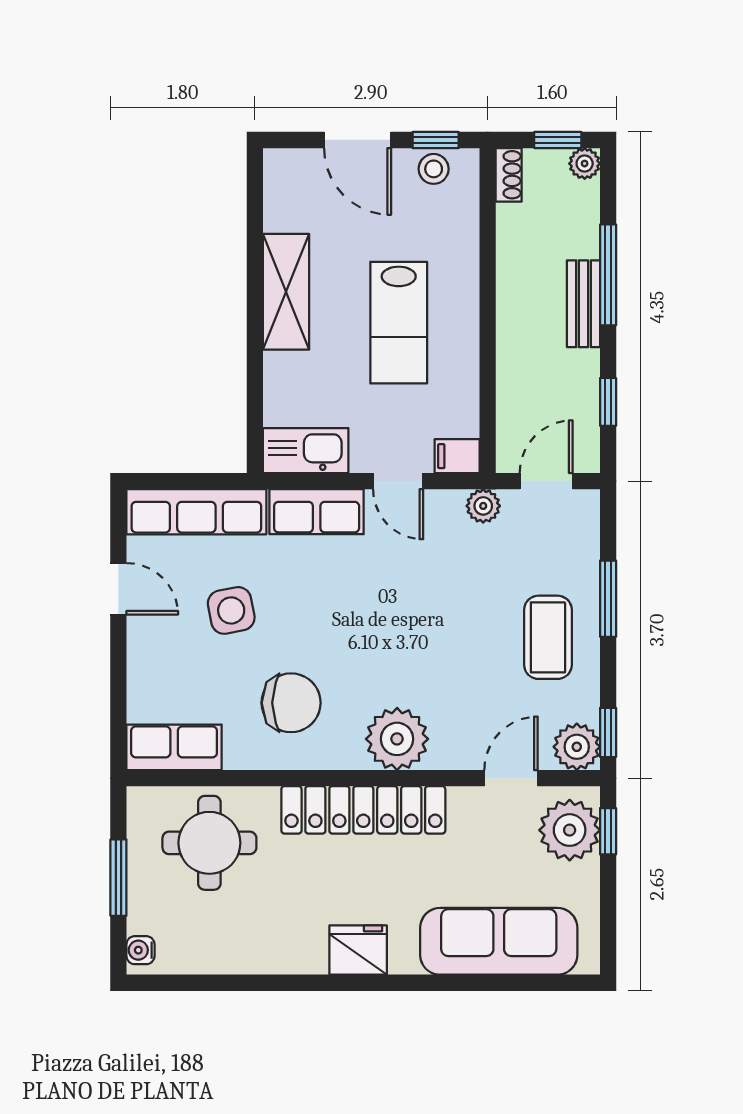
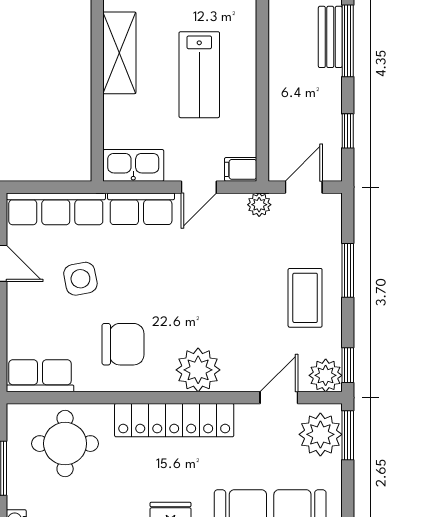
bench: (583, 304) -> (330, 37), moved
door: (398, 481) -> (199, 187), hinge flipped
window: (608, 831) -> (348, 435), width x1.50

